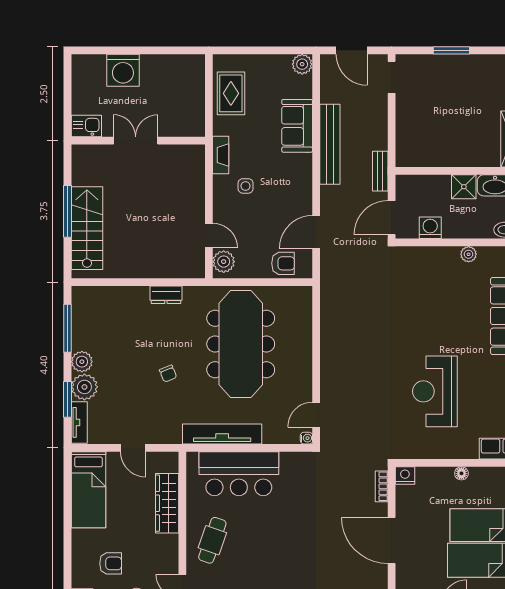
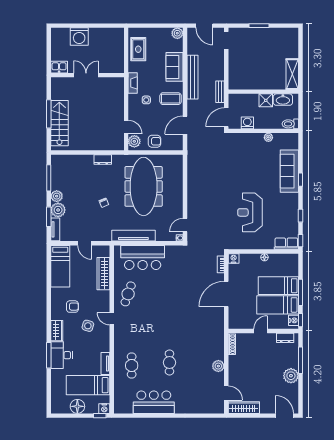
coffee table: (290, 184) -> (171, 99), added
armchair: (283, 263) -> (155, 141), moved
door: (392, 540) -> (226, 294), hinge flipped

